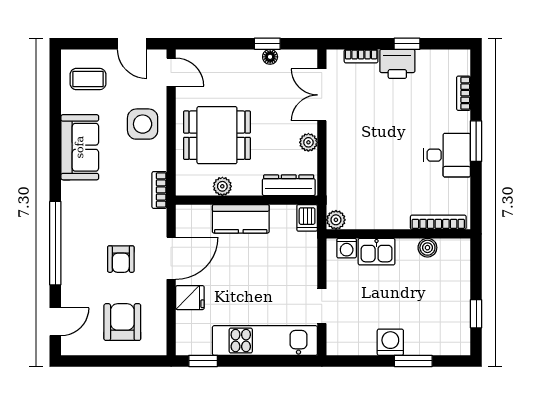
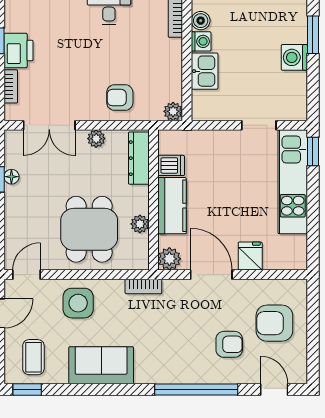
window: (55, 73) -> (27, 390), added
armchair: (350, 166) -> (120, 98), added
plant: (187, 216) -> (169, 259), added
dishwasher: (307, 218) -> (171, 165), moved
washing machine: (347, 248) -> (201, 41), moved
armchair: (121, 259) -> (229, 344), moved
window: (203, 361) -> (313, 152), moved

